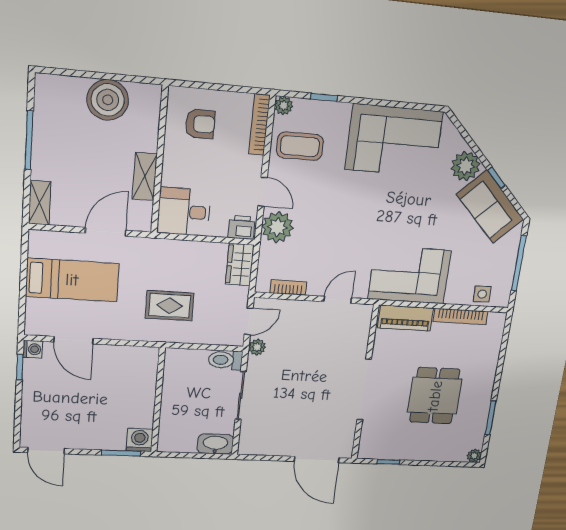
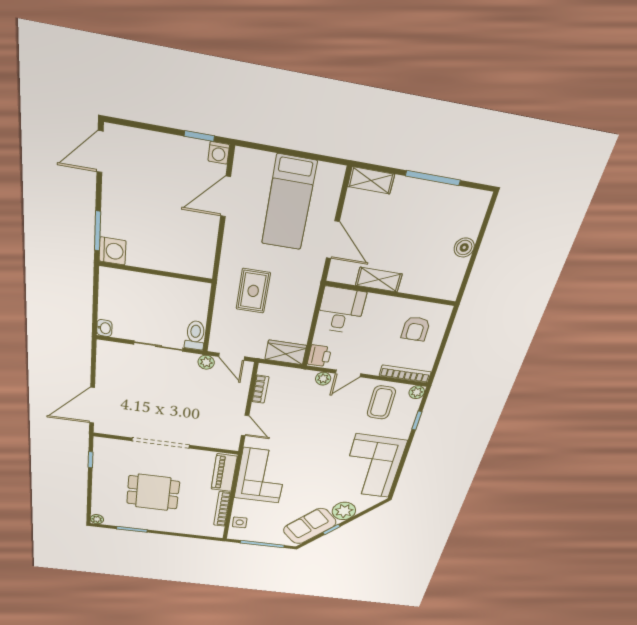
boiler: (108, 100) -> (464, 248), width x0.54, depth x0.54
plant: (278, 227) -> (323, 379), width x0.53, depth x0.53
washbasin: (215, 444) -> (104, 328), width x0.52, depth x0.69

